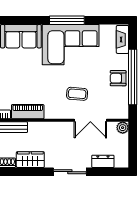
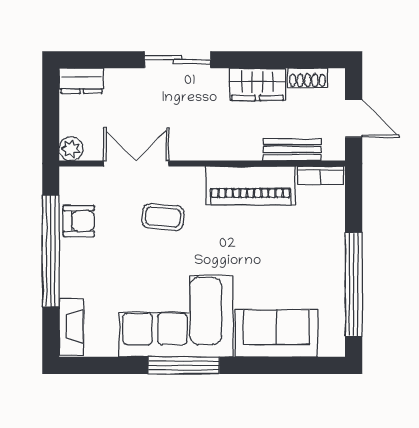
armchair: (118, 78) -> (79, 221), moved
piano: (28, 112) -> (251, 186), width x1.37, depth x1.33
dresser: (103, 161) -> (82, 81), moved

